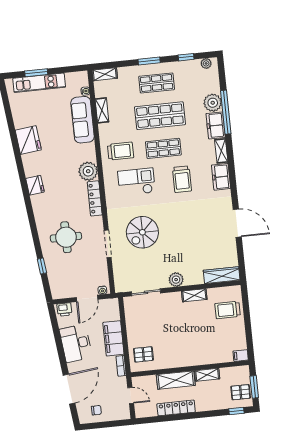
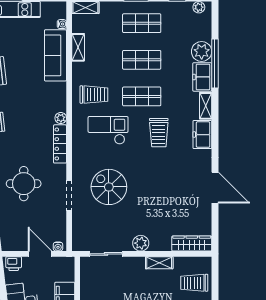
shop shelf: (160, 116) -> (142, 60), width x0.70, depth x0.74
plant: (88, 171) -> (61, 118), width x0.53, depth x0.53
spiral stairs: (142, 232) -> (109, 187), turned 90
door: (87, 298) -> (40, 254), swing flipped

